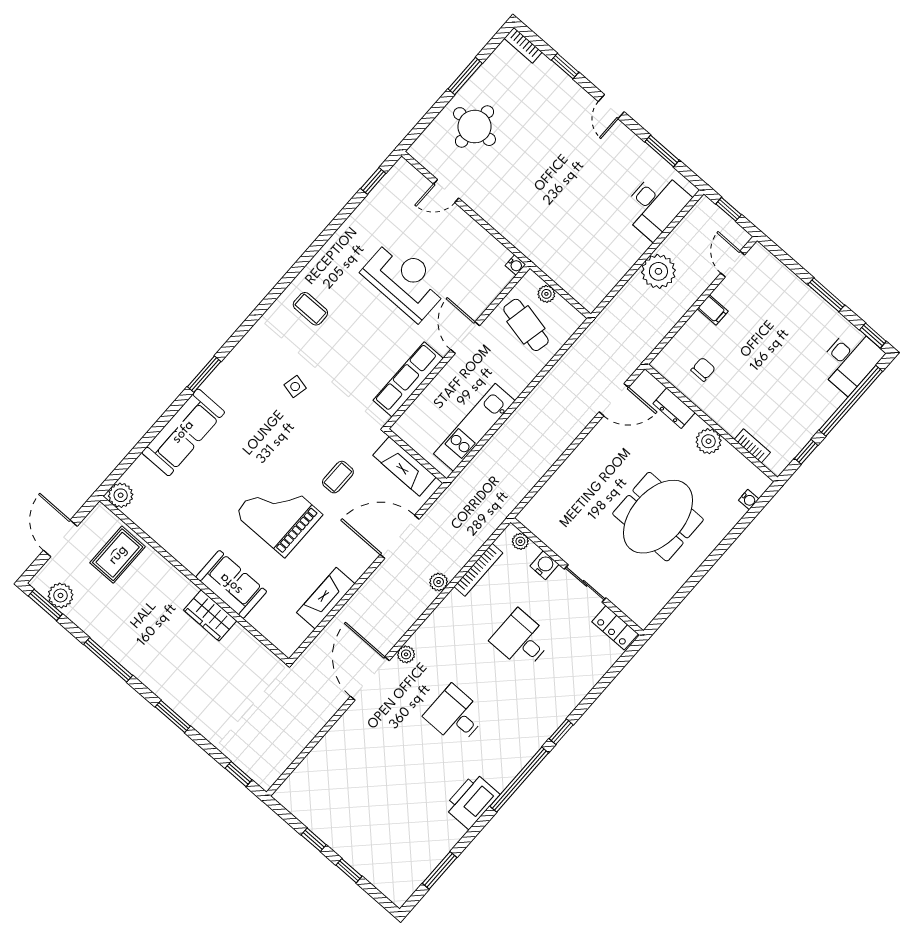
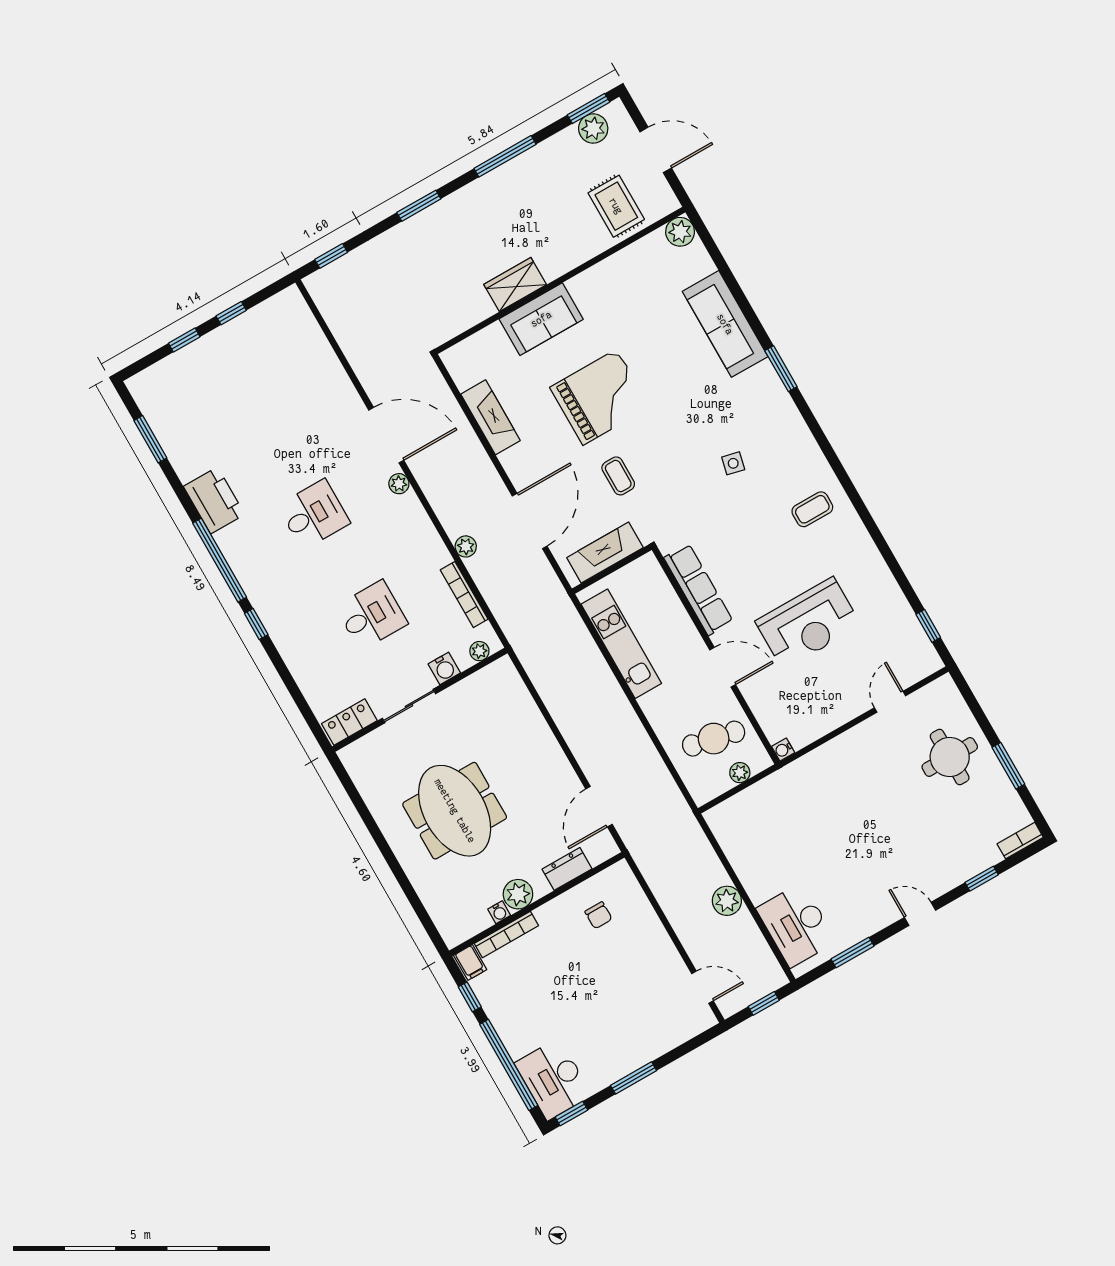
plant: (658, 271) -> (727, 901), width x0.73, depth x0.73
filing cabinet: (713, 310) -> (470, 962), moved, turned -90
bookcase: (752, 446) -> (506, 935), width x1.56
water cooler: (749, 500) -> (499, 912), moved, turned -90

